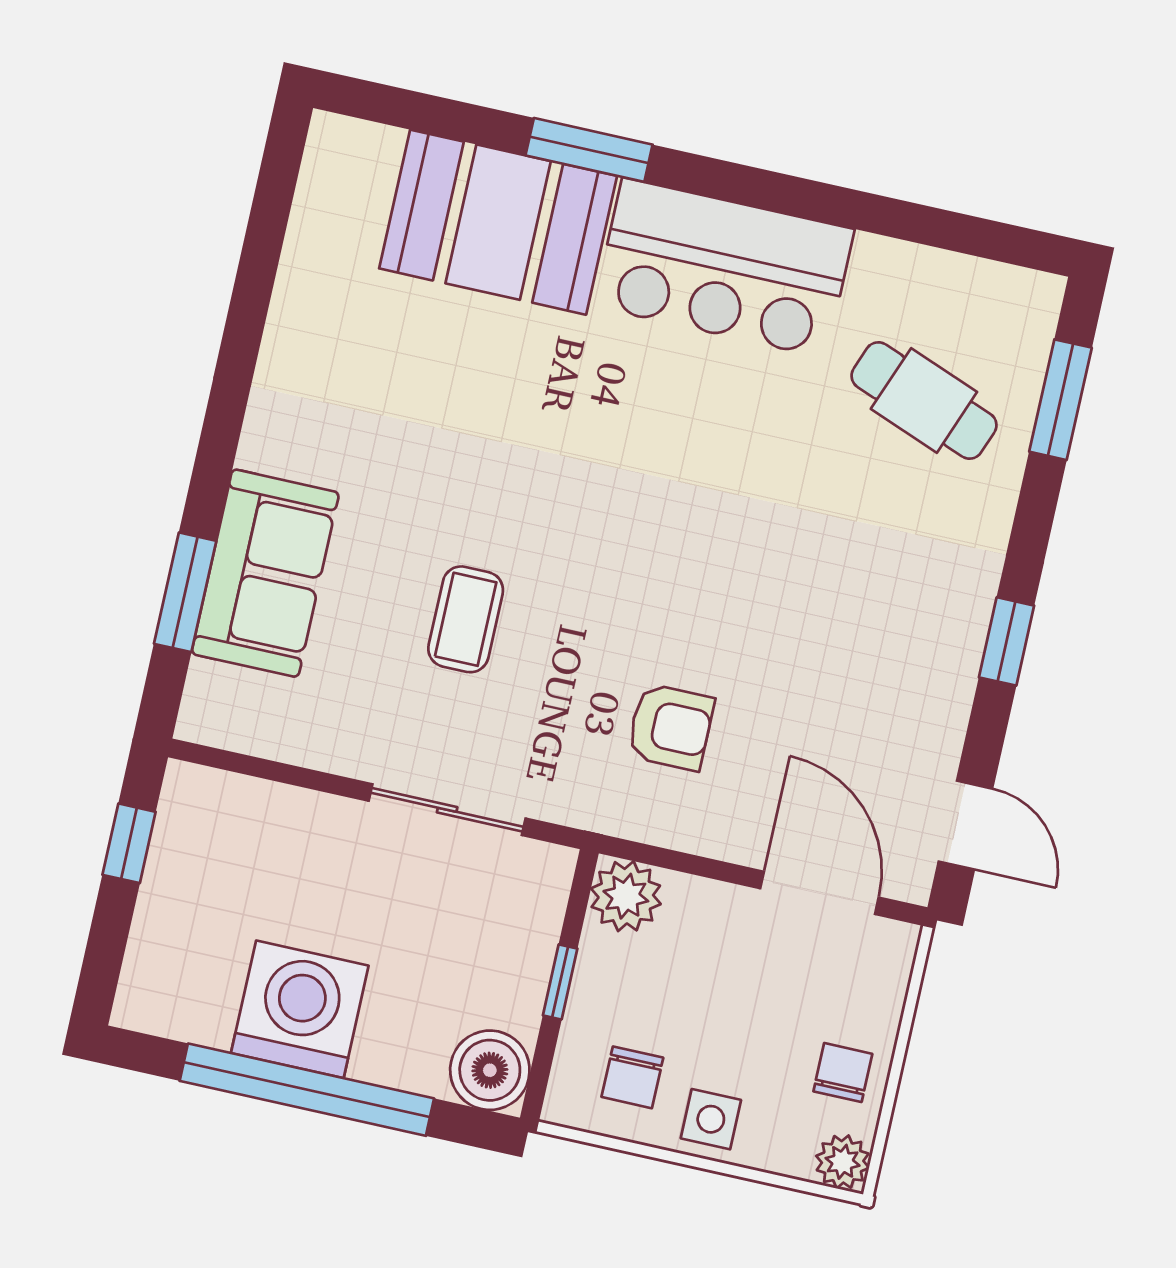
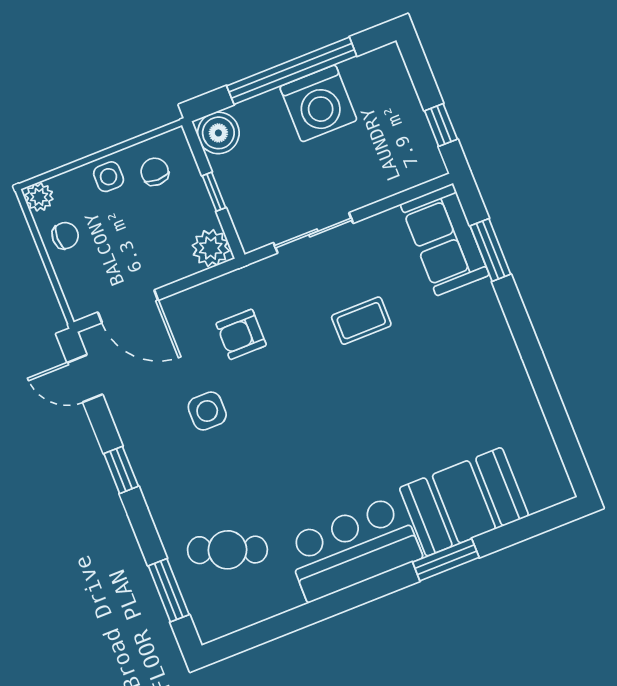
sofa: (265, 573) -> (445, 240), moved
coffee table: (466, 619) -> (361, 321), turned 90
side table: (807, 642) -> (207, 411), added
chair: (843, 1073) -> (65, 236), turned -90

